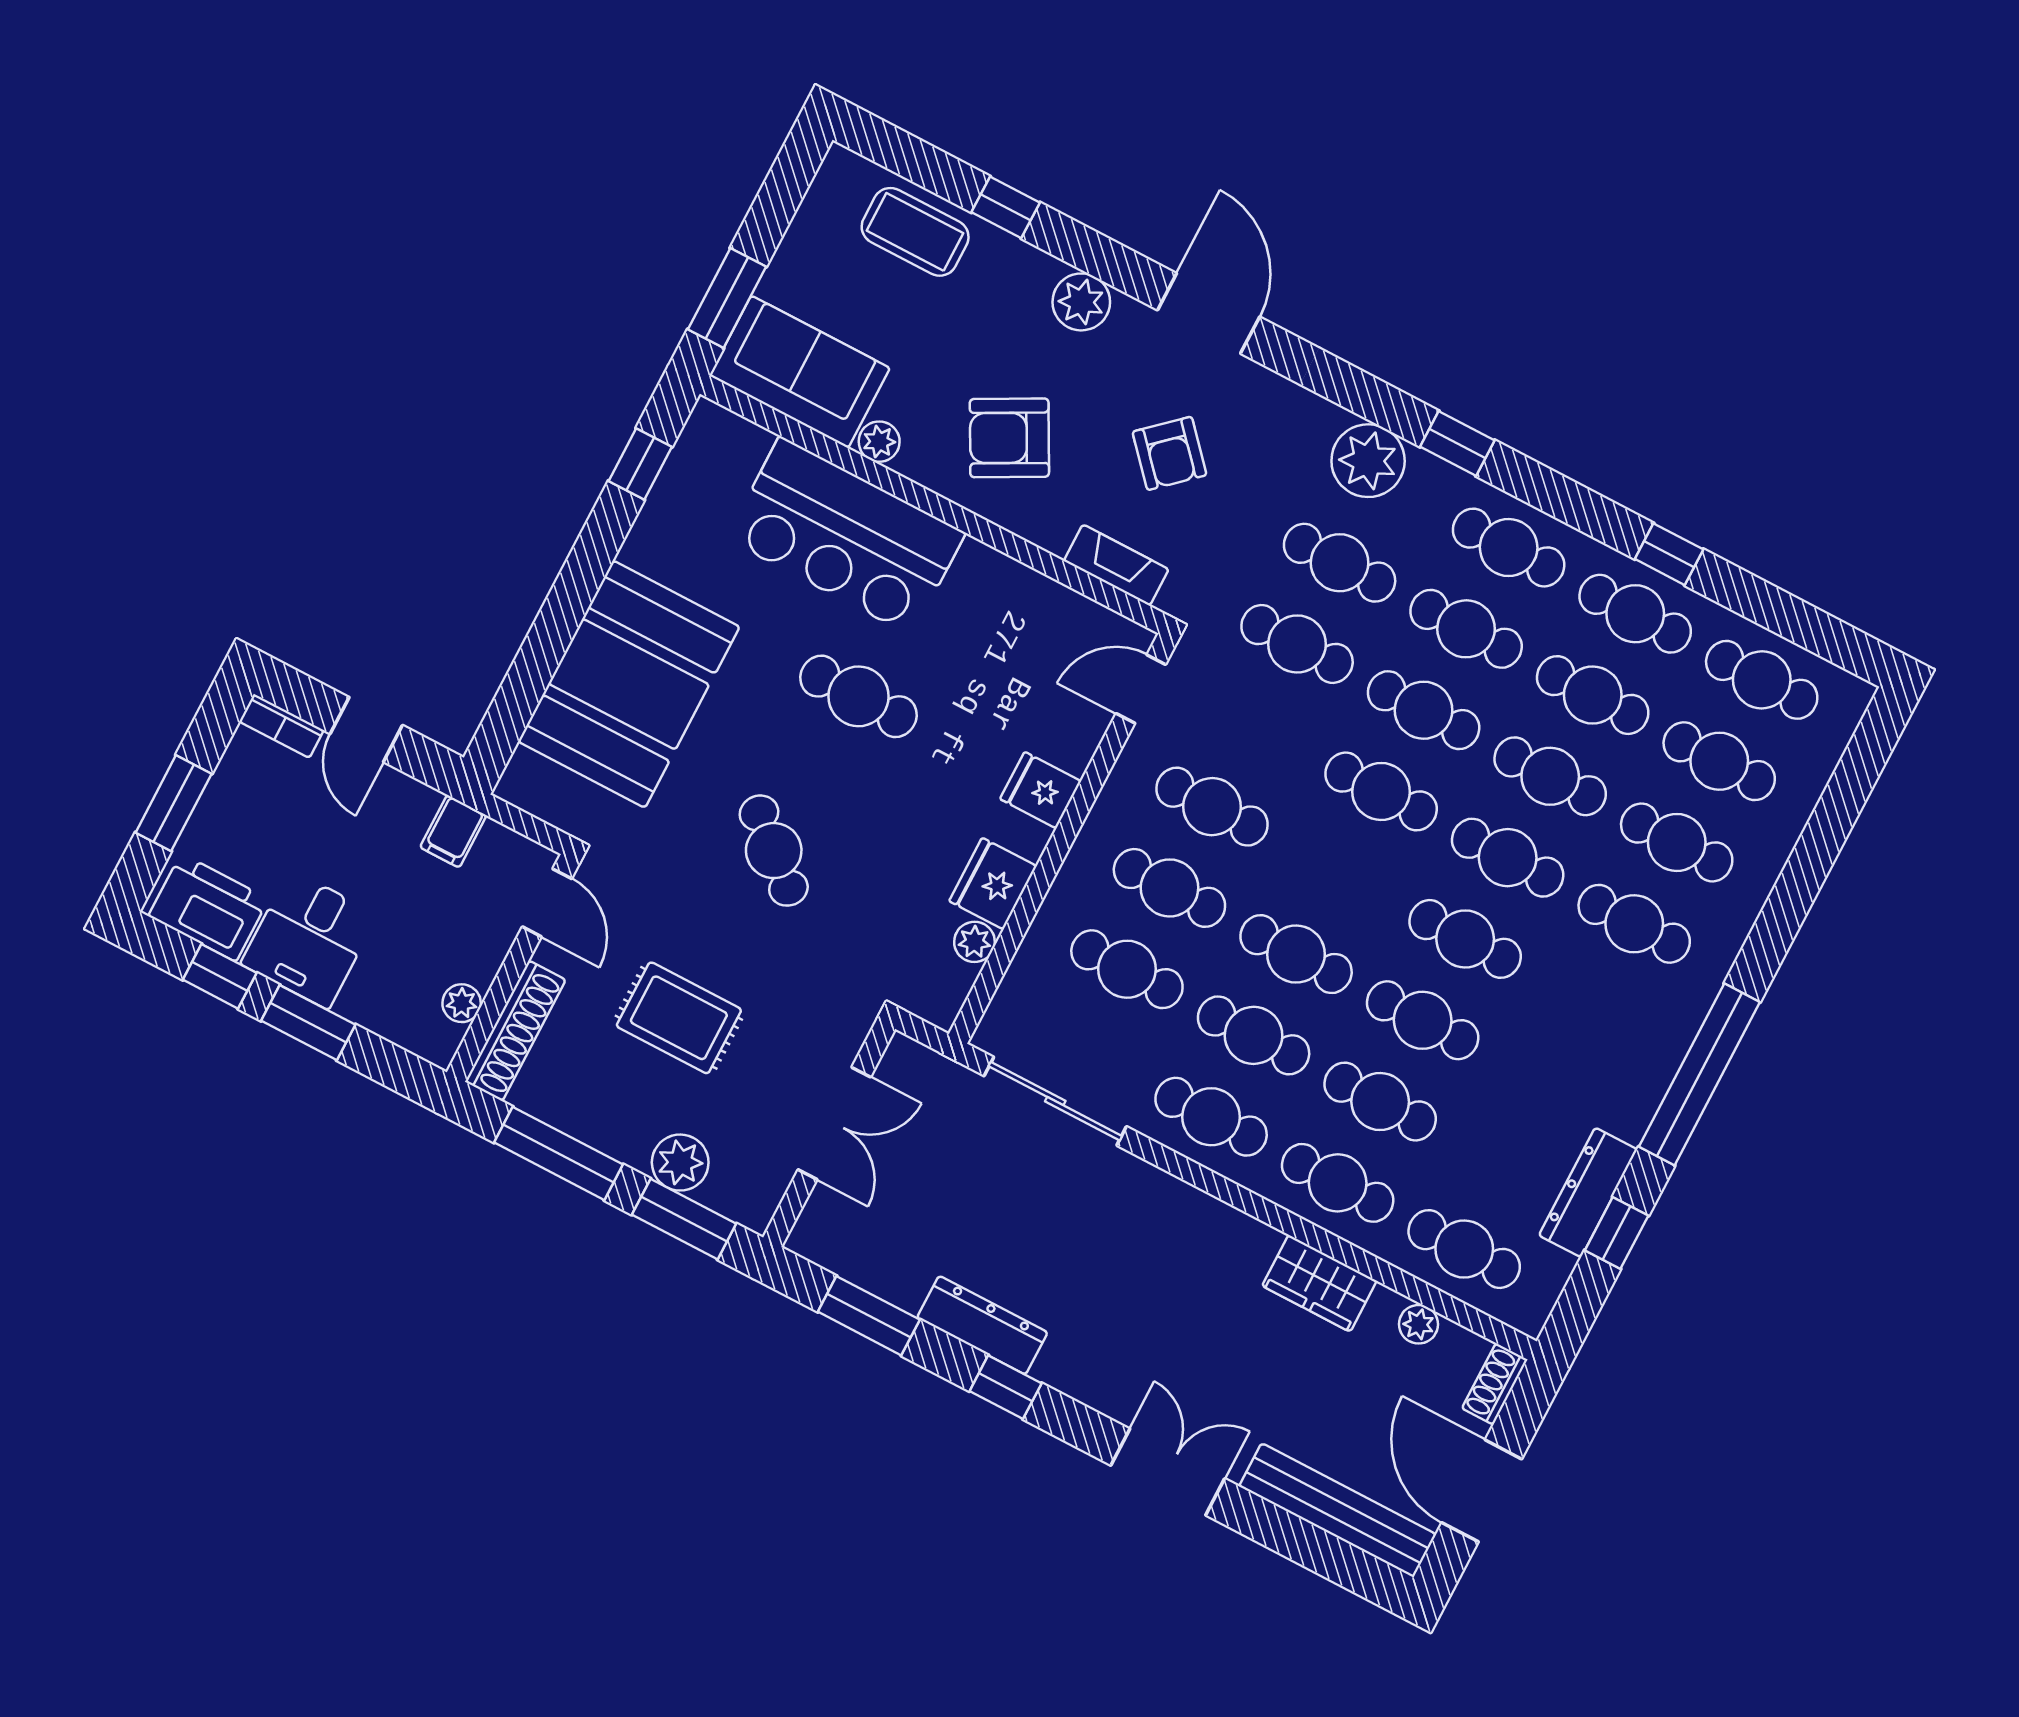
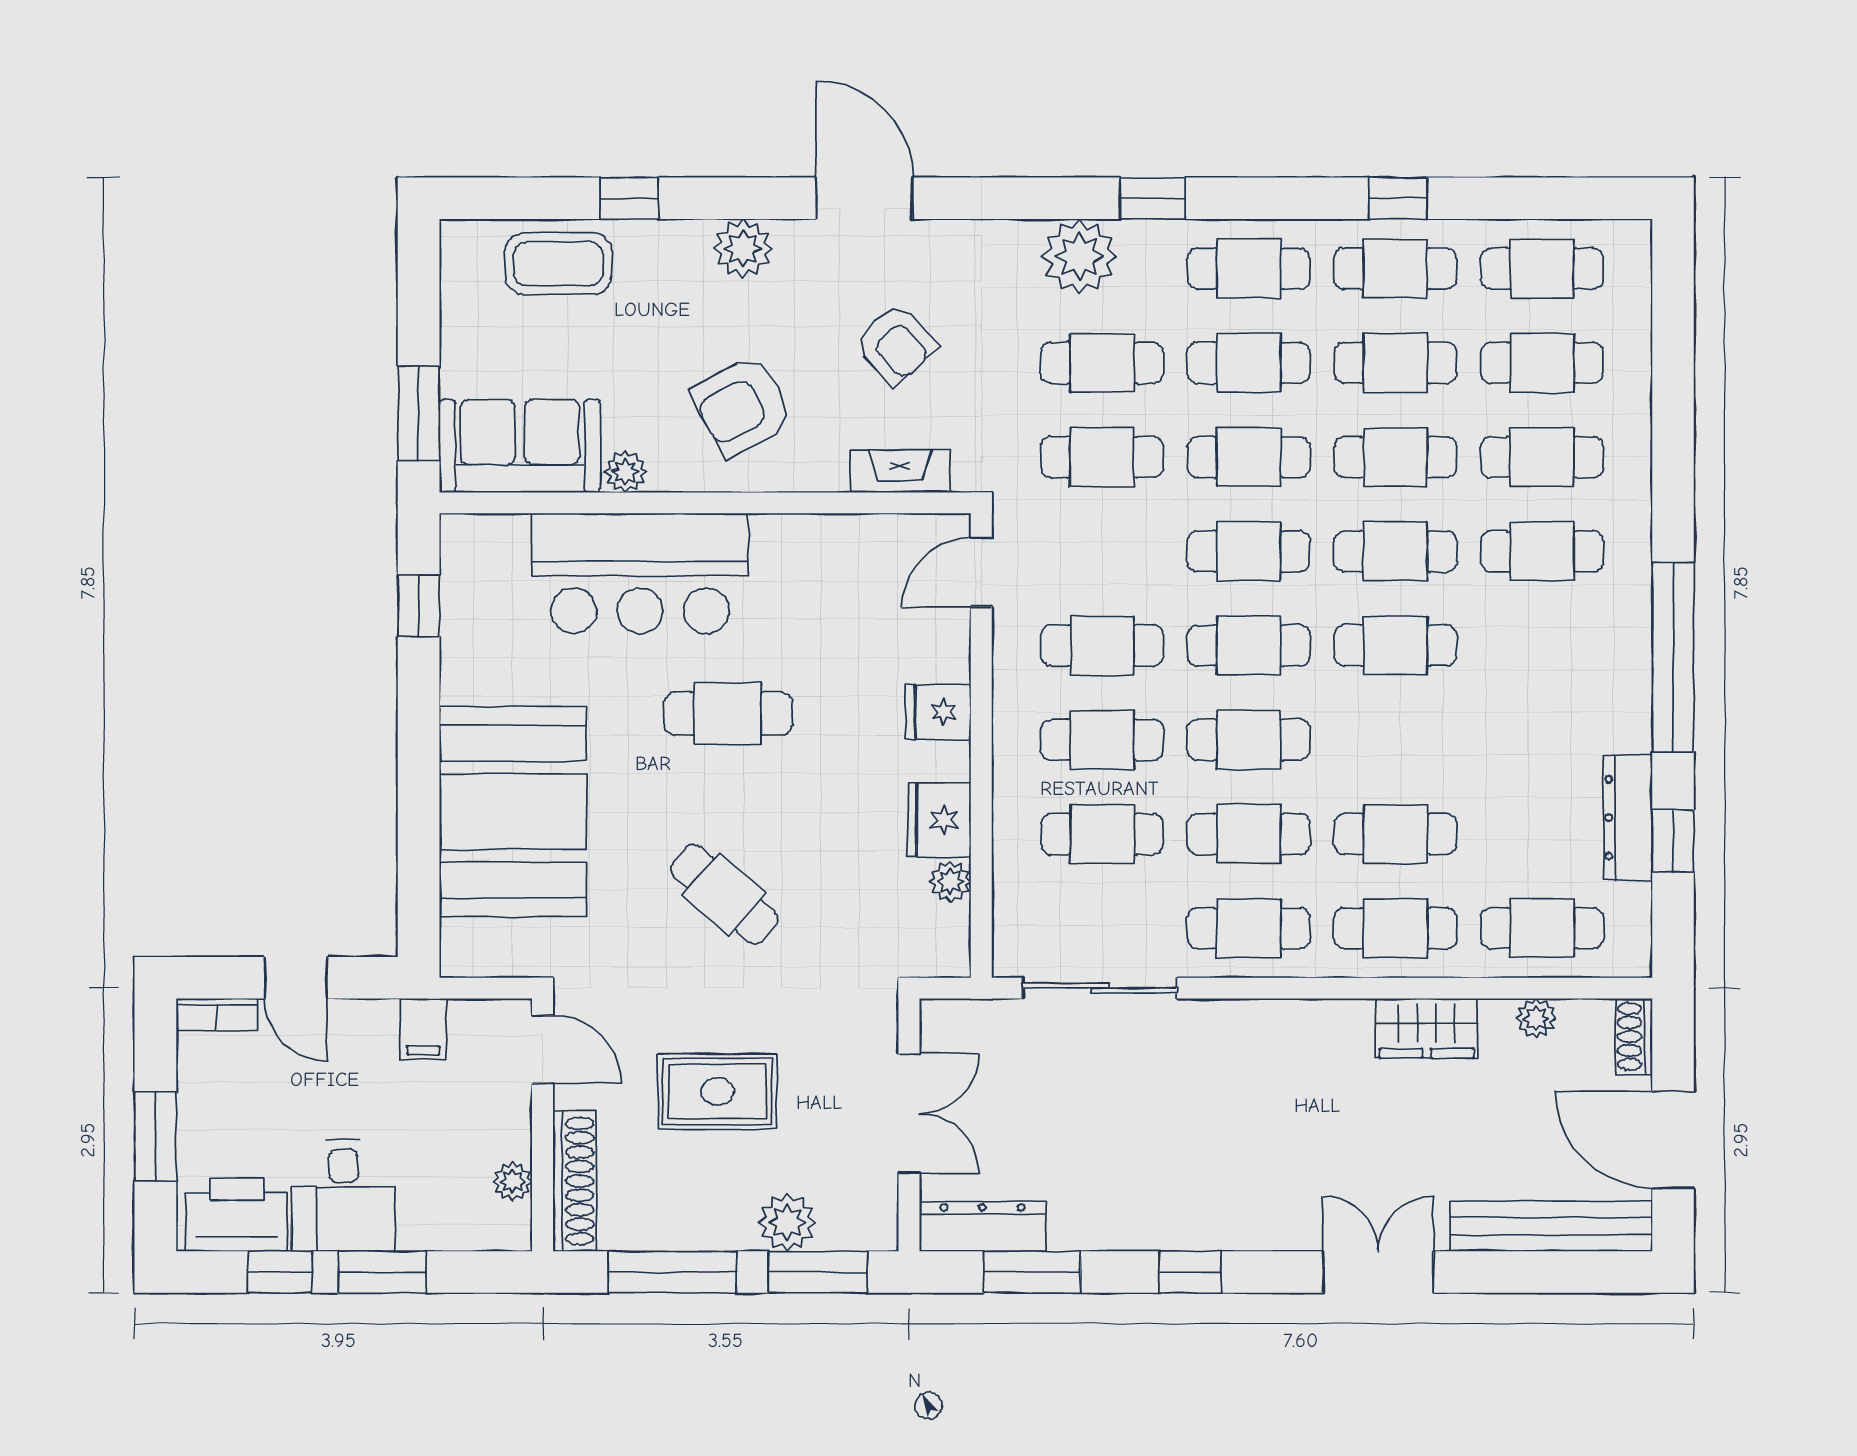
cafe table: (1423, 1020) -> (1249, 646), moved
dresser: (982, 1325) -> (982, 1227), moved

